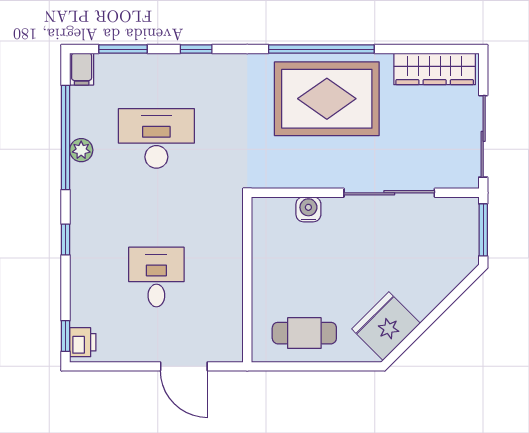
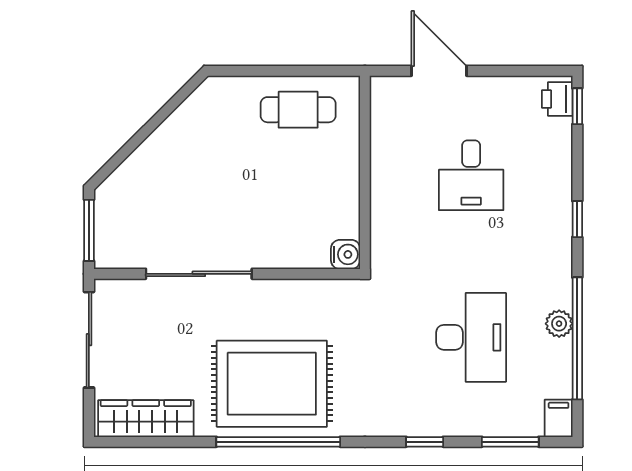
desk: (156, 138) -> (471, 337), turned -90
water cooler: (308, 209) -> (346, 254), moved, turned -90
fridge: (386, 326) -> (203, 118), removed

